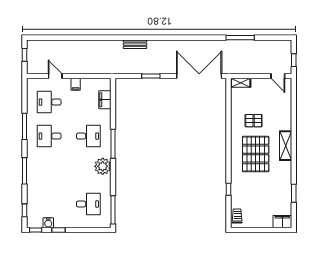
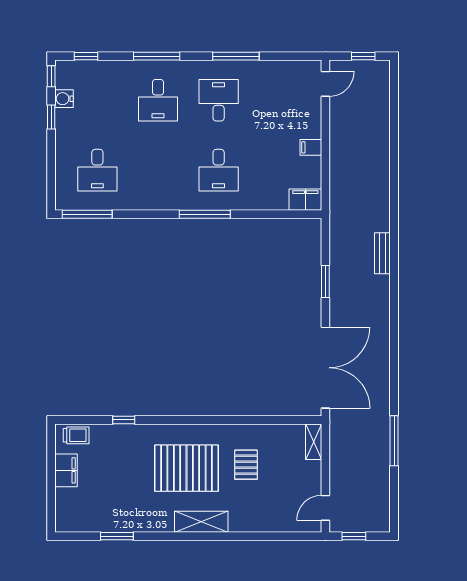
door: (55, 76) -> (325, 84), moved
filing cabinet: (105, 100) -> (305, 200), moved
desk: (49, 102) -> (158, 100), moved, turned 180
plant: (103, 166) -> (165, 196), removed
filing cabinet: (282, 222) -> (66, 470), moved

